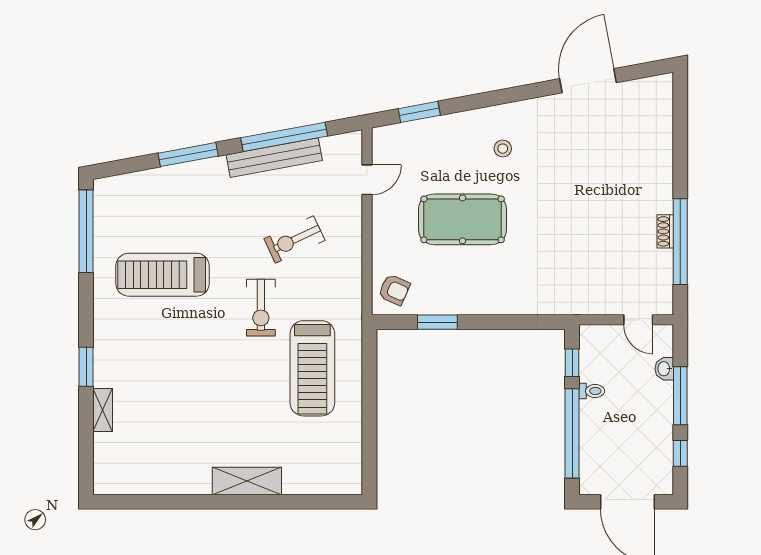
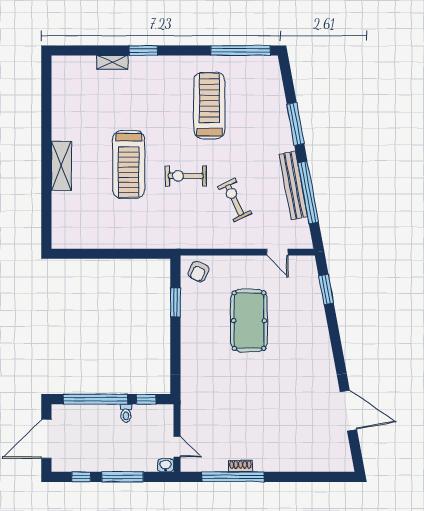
stool: (503, 149) -> (300, 349), removed
door: (638, 320) -> (177, 447), swing flipped
treadmill: (312, 368) -> (129, 165), moved, turned -90
washbasin: (664, 369) -> (166, 465), moved

